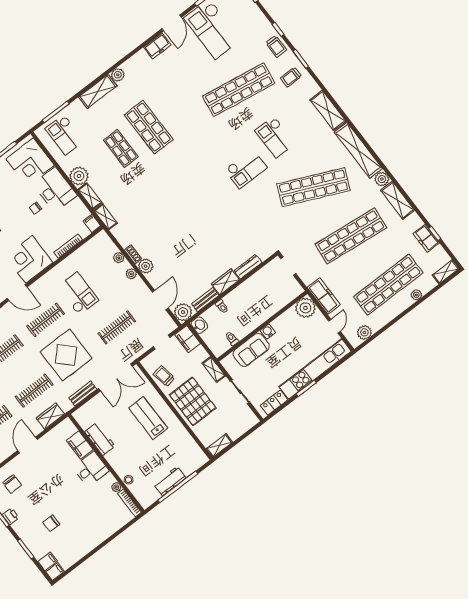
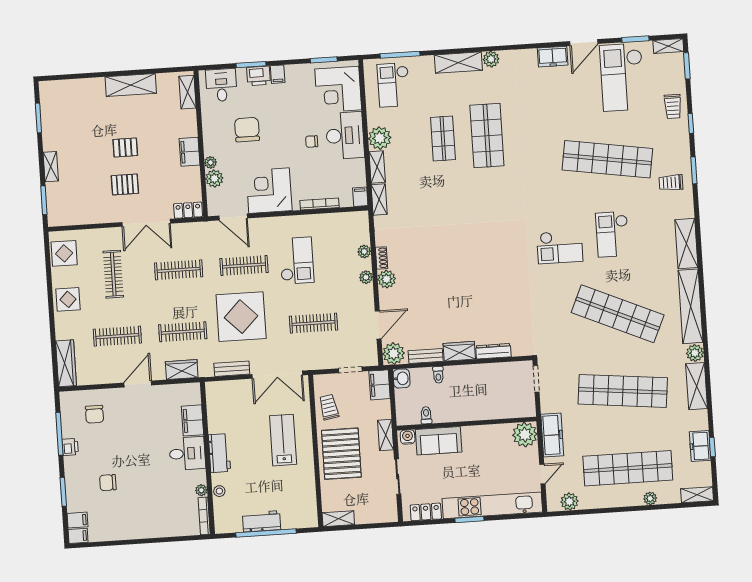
trolley: (276, 46) -> (673, 106), moved
water cooler: (268, 331) -> (408, 437), moved
workbench: (100, 439) -> (219, 453), moved

